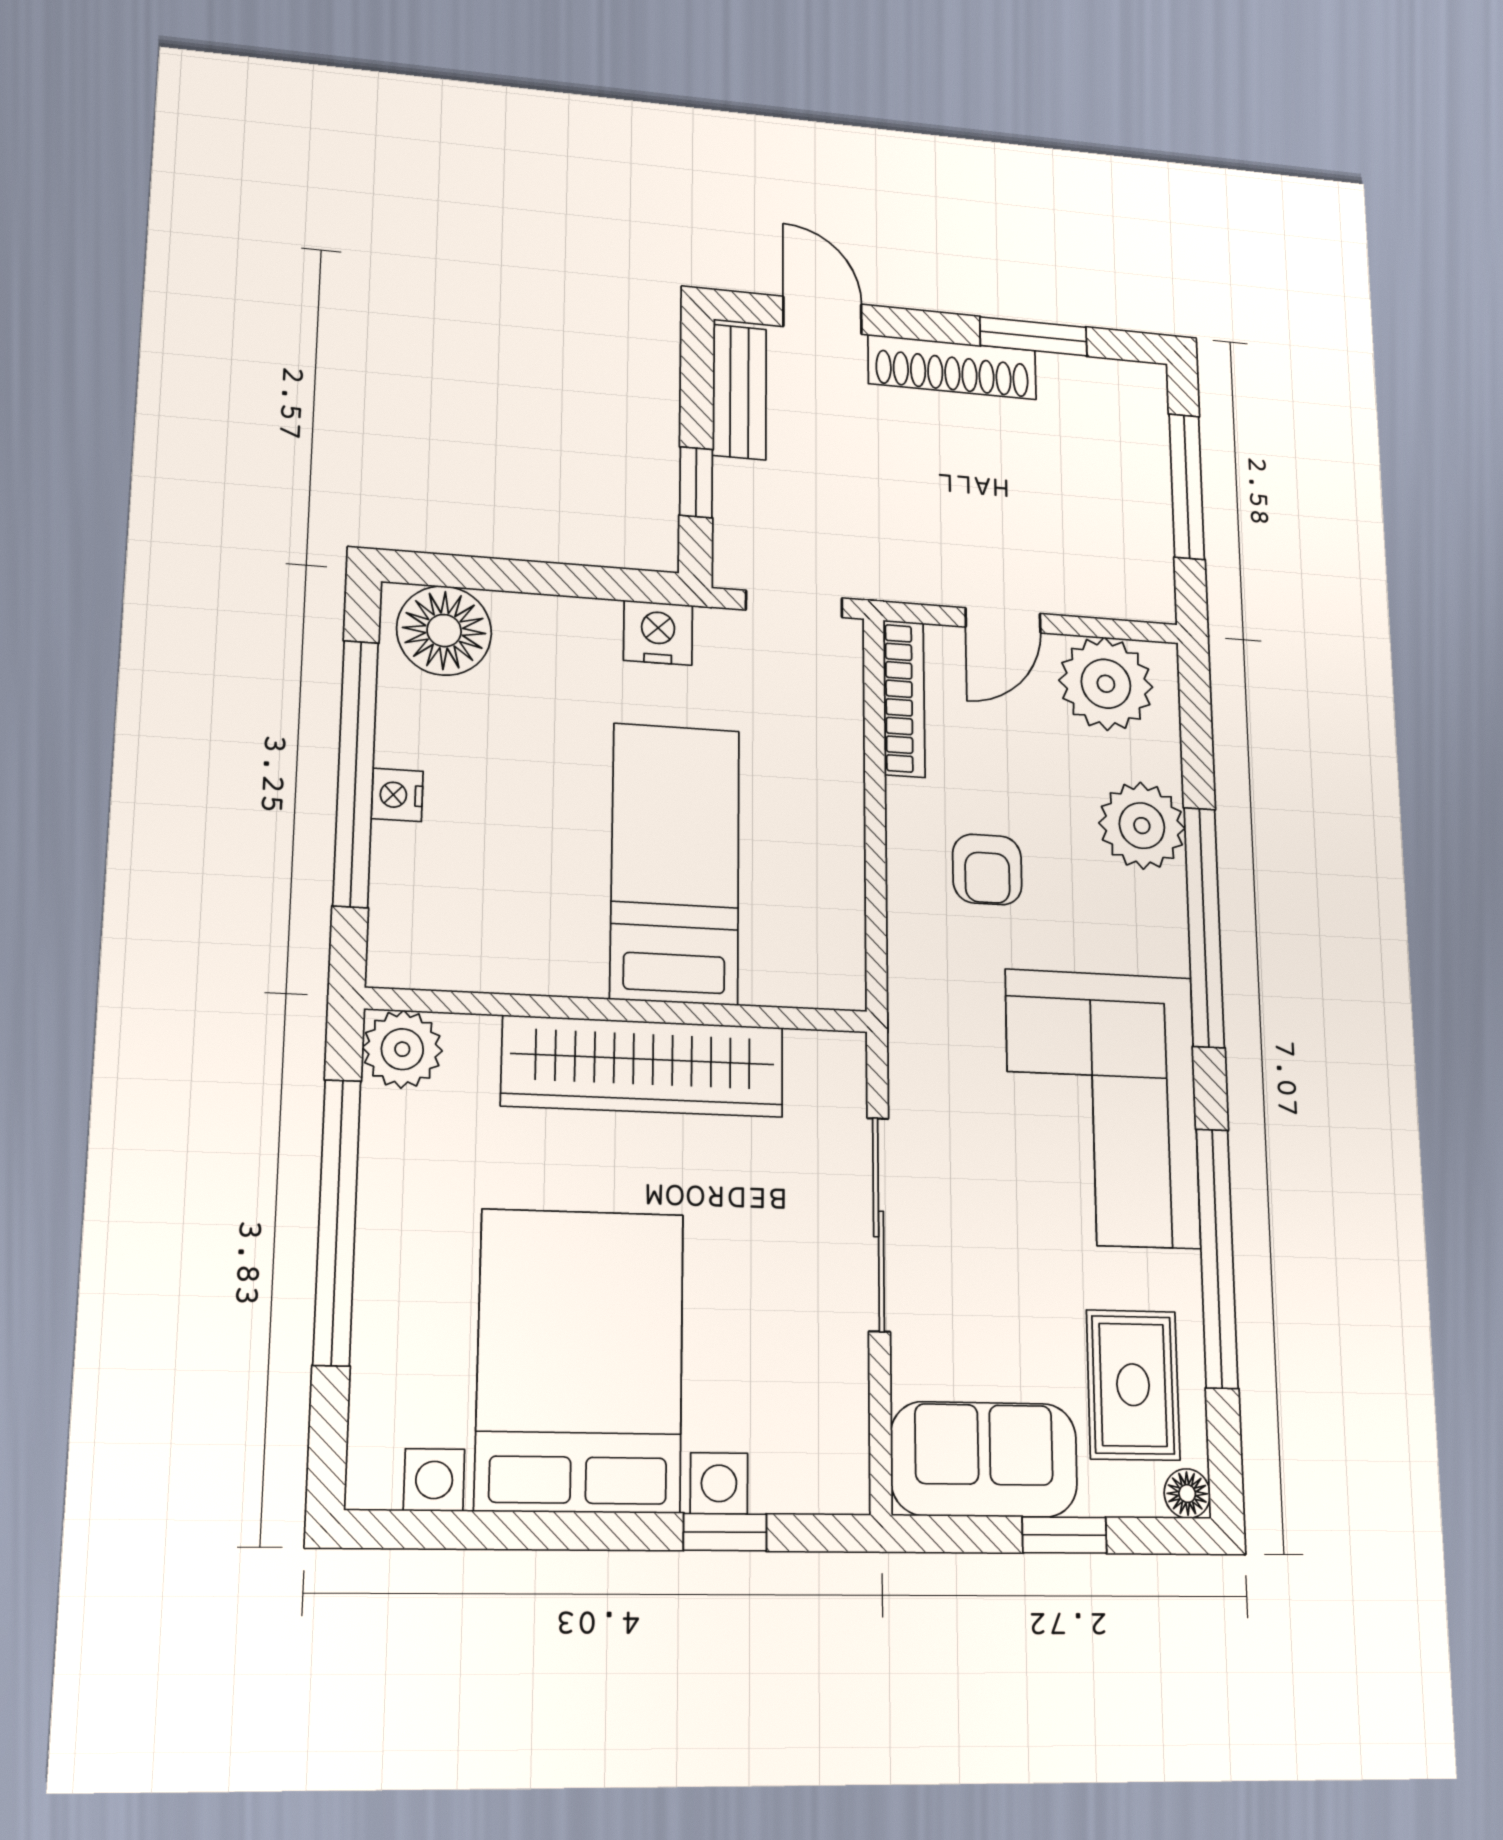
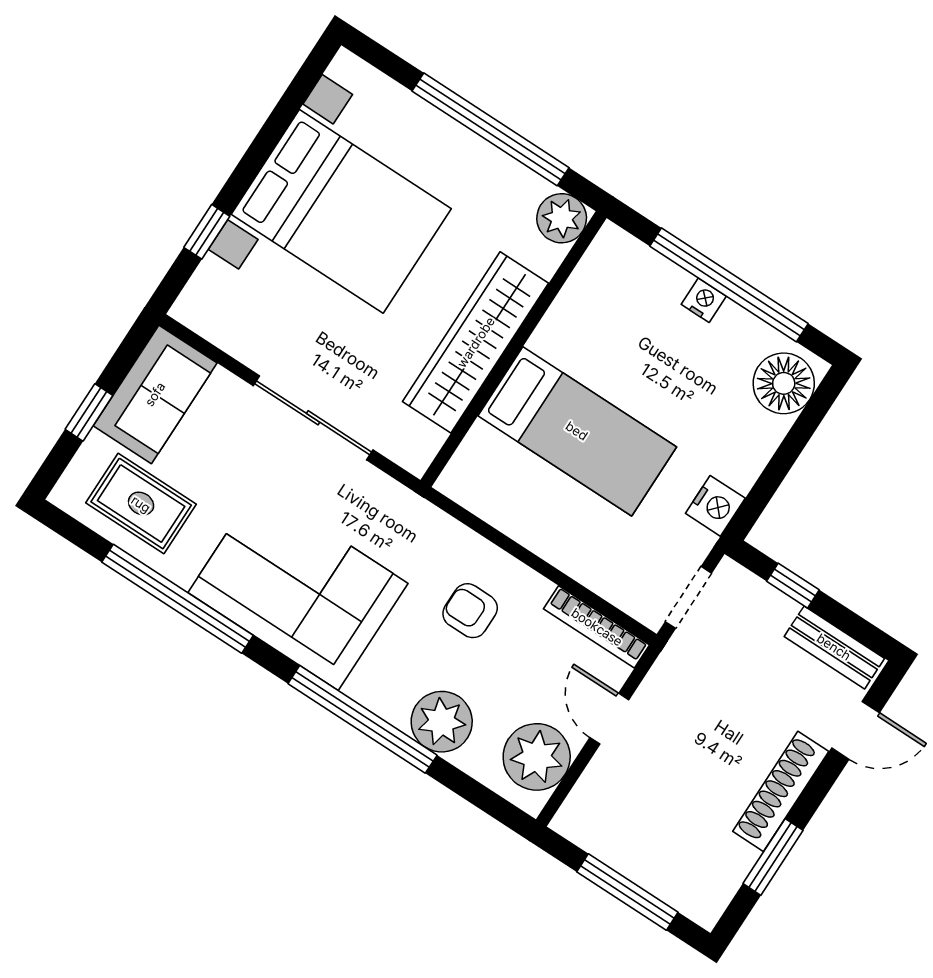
floor lamp: (1187, 1494) -> (66, 495), removed

